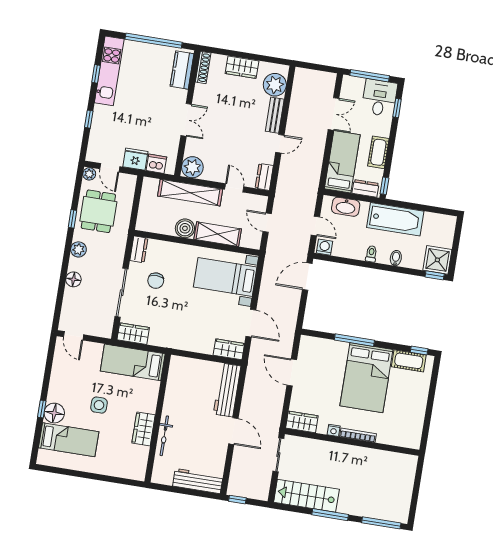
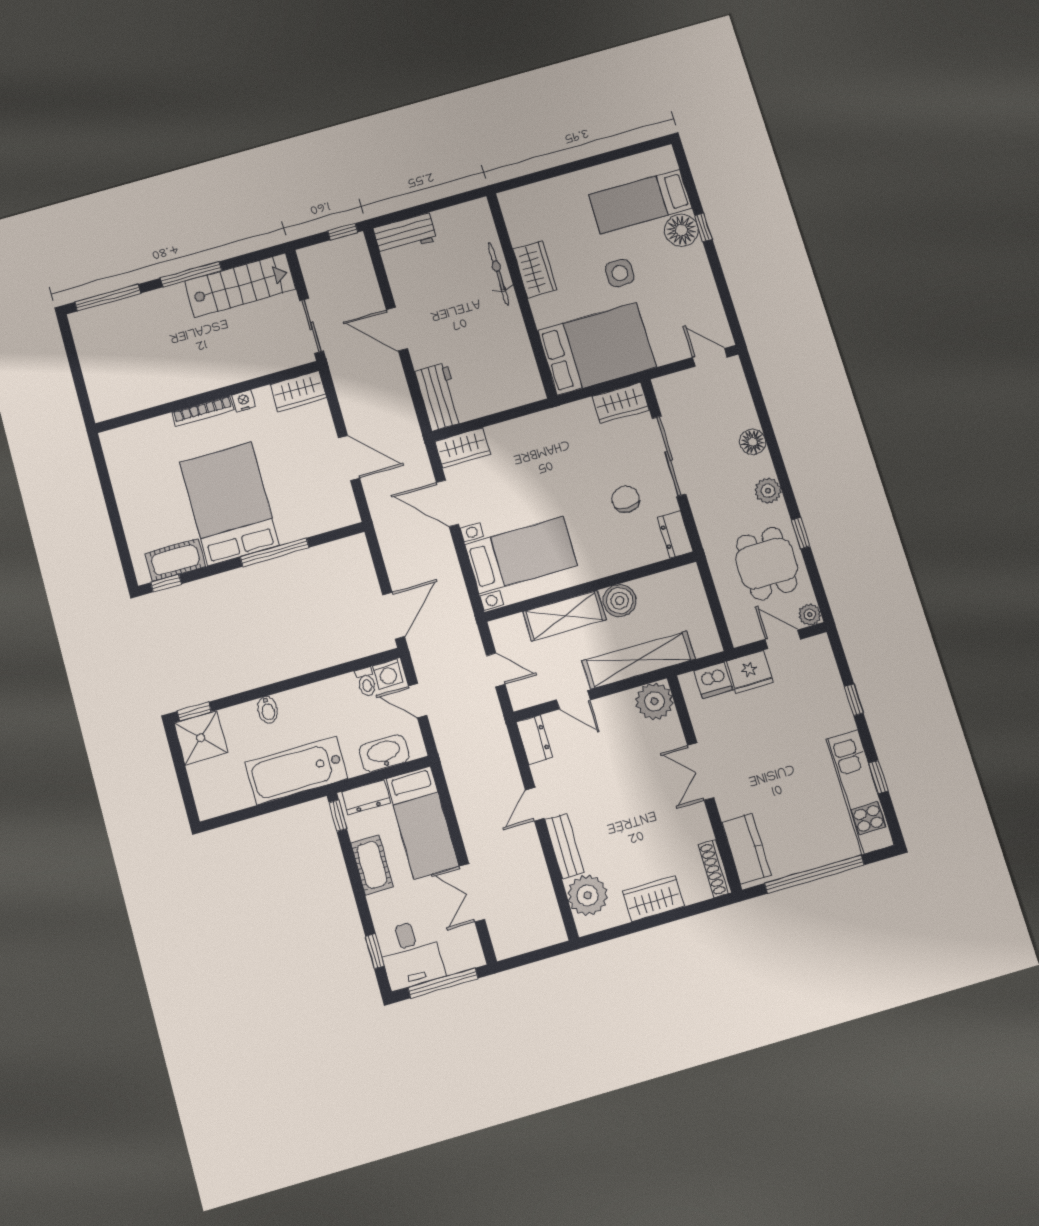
toilet: (371, 254) -> (366, 682), moved
bed: (133, 362) -> (597, 349), width x1.50
workbench: (227, 390) -> (439, 397), width x0.73
workbench: (198, 481) -> (405, 234), width x0.73

